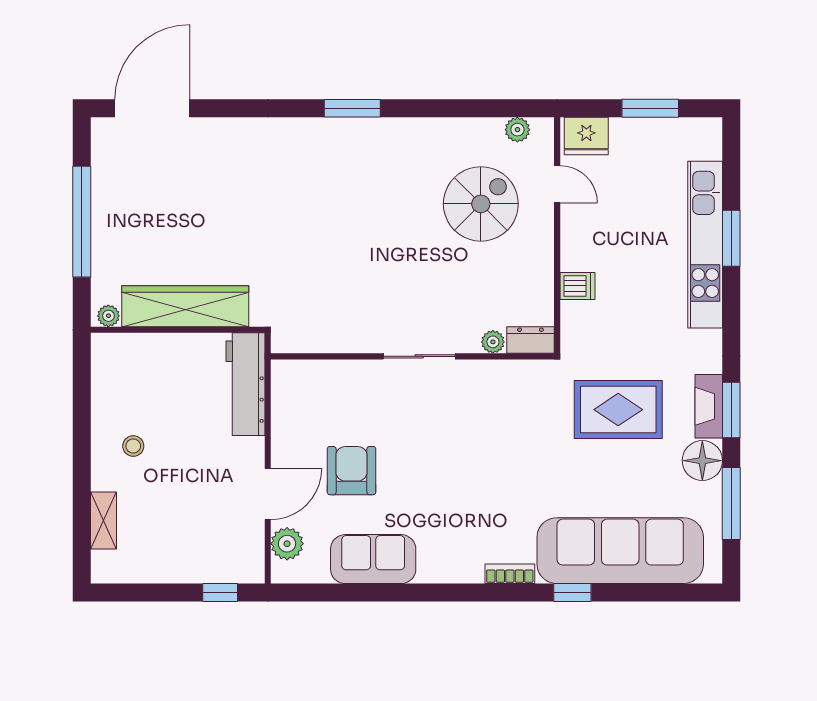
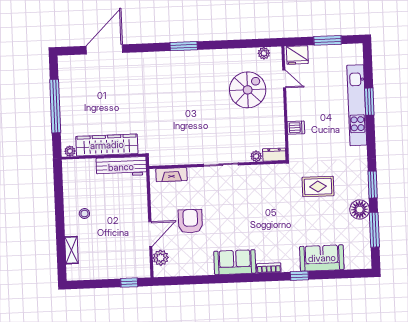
door: (152, 108) -> (104, 49), moved
workbench: (245, 384) -> (121, 167), moved, turned -90
fireplace: (709, 406) -> (171, 175), moved, turned -90
rug: (618, 410) -> (318, 186), width x0.73, depth x0.70
sofa: (620, 551) -> (322, 258), width x0.54, depth x0.79
sofa: (373, 559) -> (235, 262), moved

